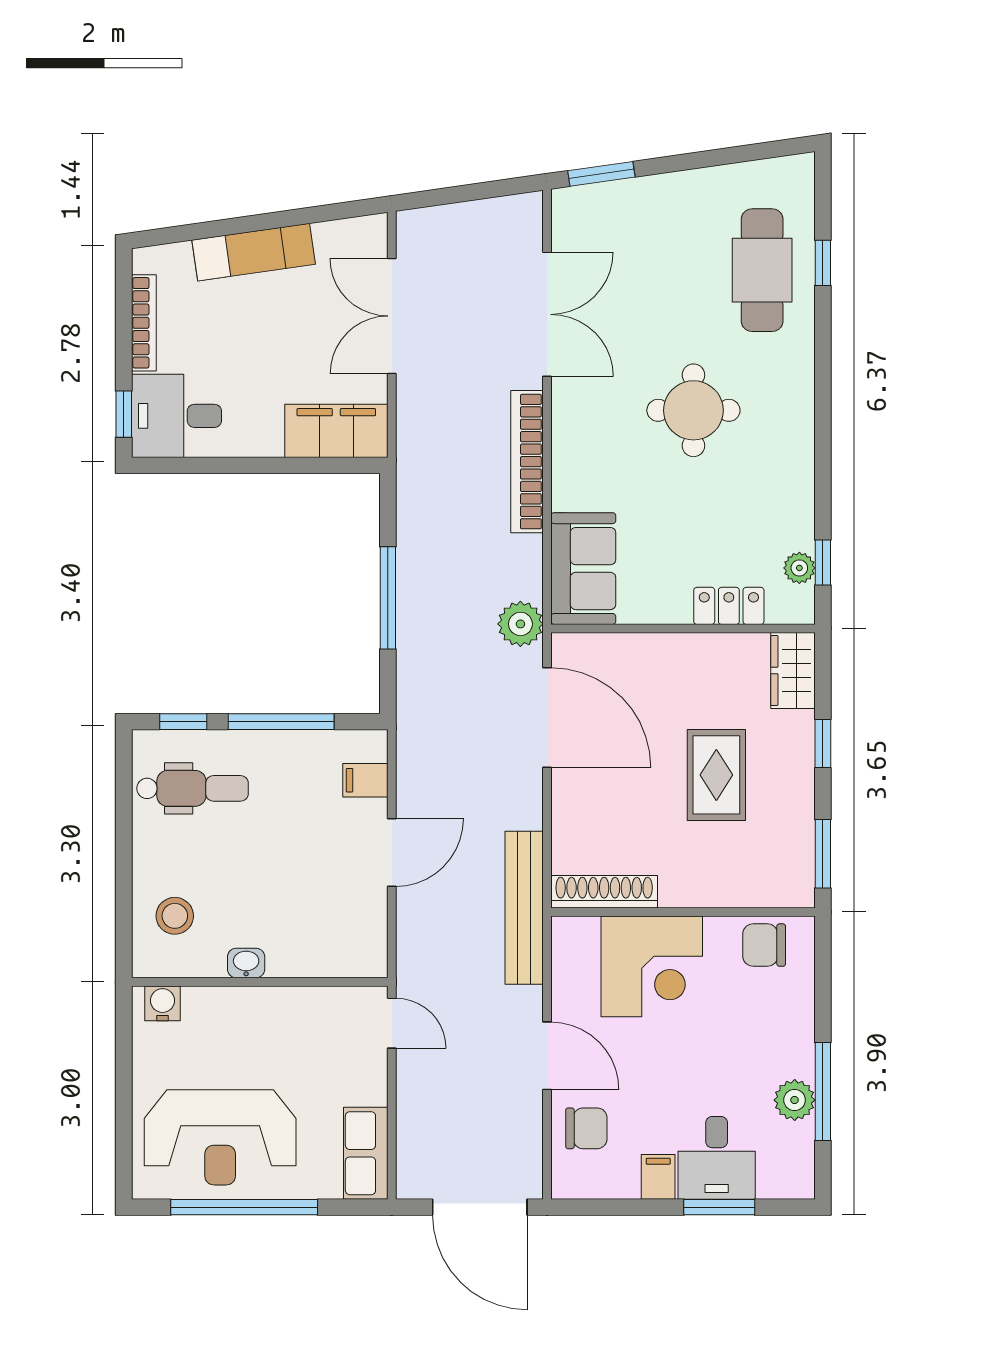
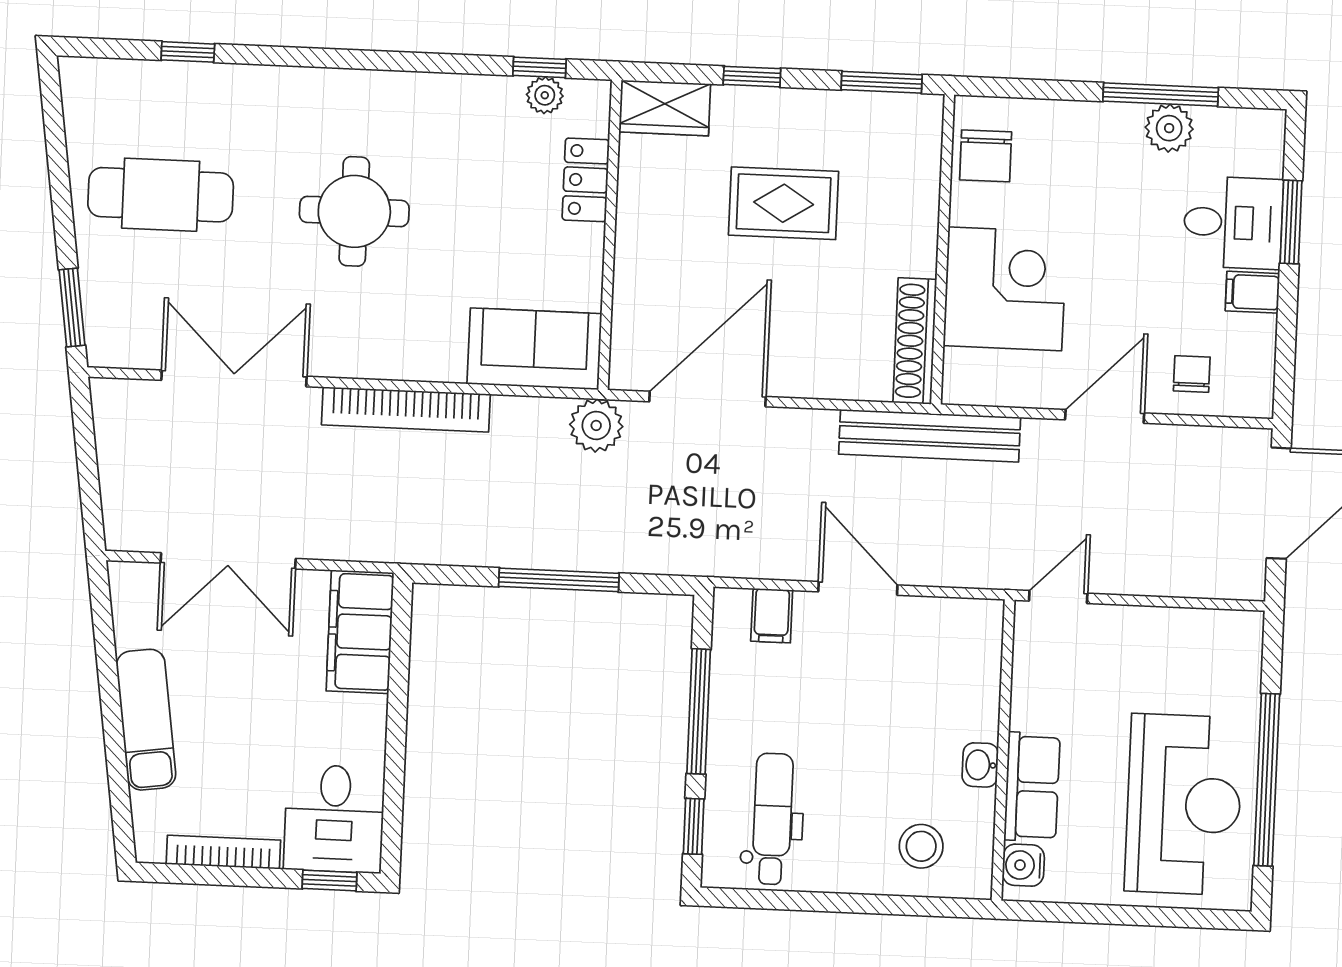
cafe table: (762, 270) -> (161, 195), moved
chair: (586, 1128) -> (1192, 374), width x0.73, depth x0.73
row of seats: (366, 1153) -> (1032, 787), moved, turned -90

